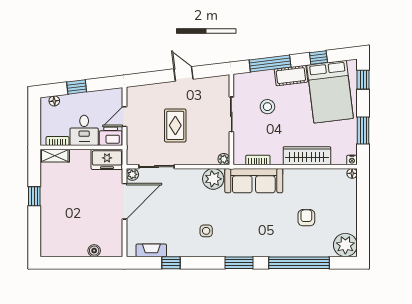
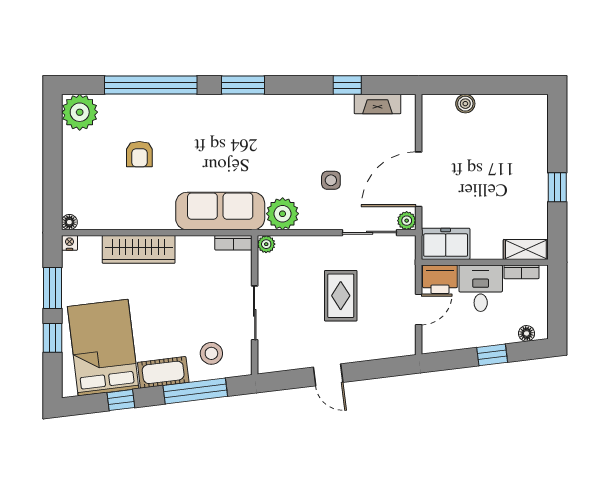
window: (363, 80) -> (52, 338), moved
stool: (267, 107) -> (211, 353), moved
bookcase: (258, 160) -> (233, 243), moved
side table: (206, 231) -> (331, 180), moved

